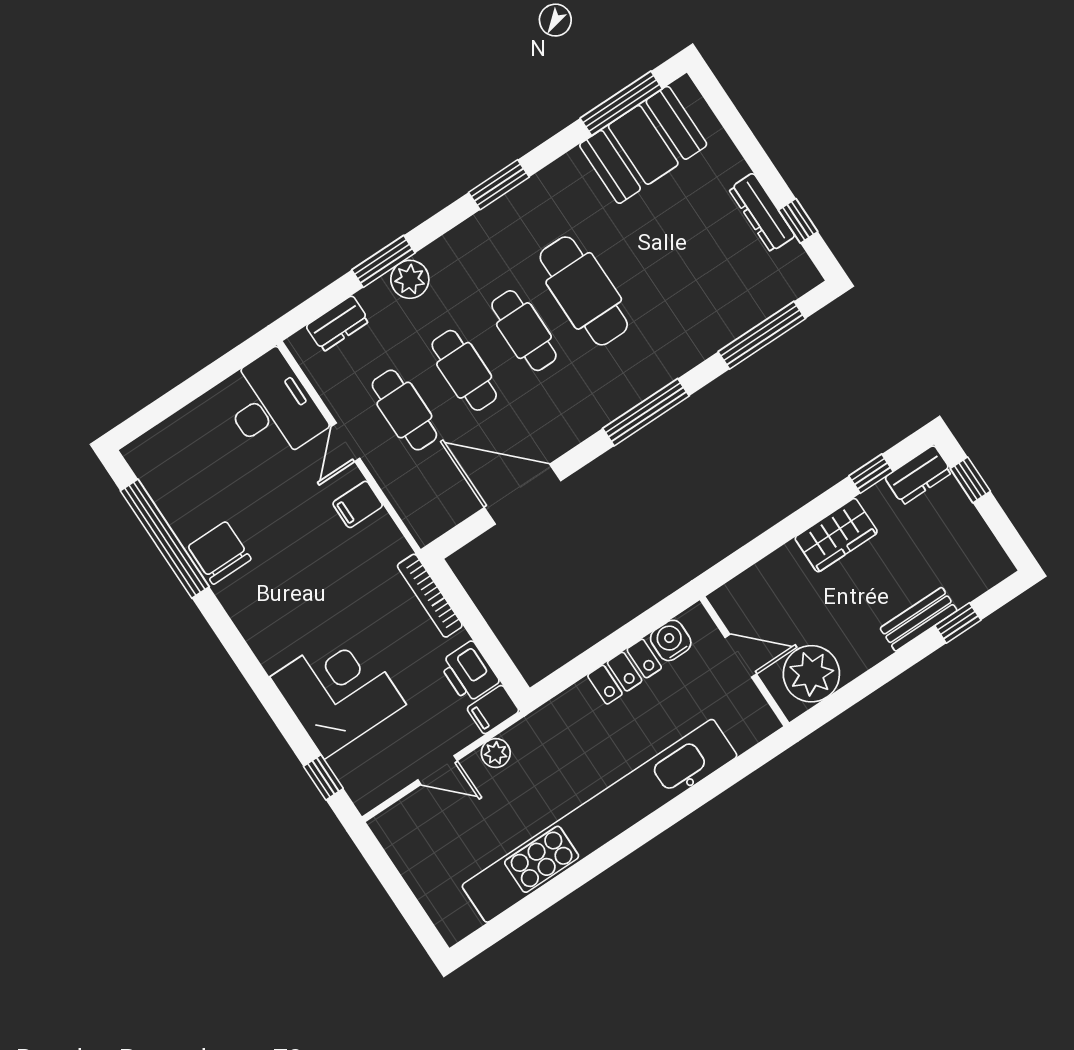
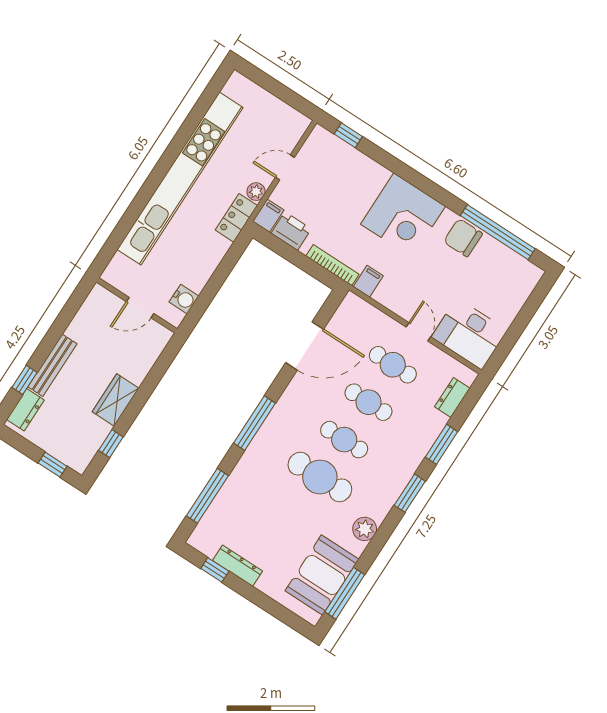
window: (499, 185) -> (410, 493), moved
plant: (410, 279) -> (365, 529), moved
dresser: (918, 475) -> (25, 410), moved, turned 180
filing cabinet: (358, 504) -> (368, 281), moved
chair: (220, 553) -> (463, 238), turned 180
bench: (919, 619) -> (52, 365), width x1.36
locker: (625, 672) -> (236, 218), moved
plant: (811, 674) -> (95, 315), removed
corner desk: (338, 691) -> (403, 215), moved

